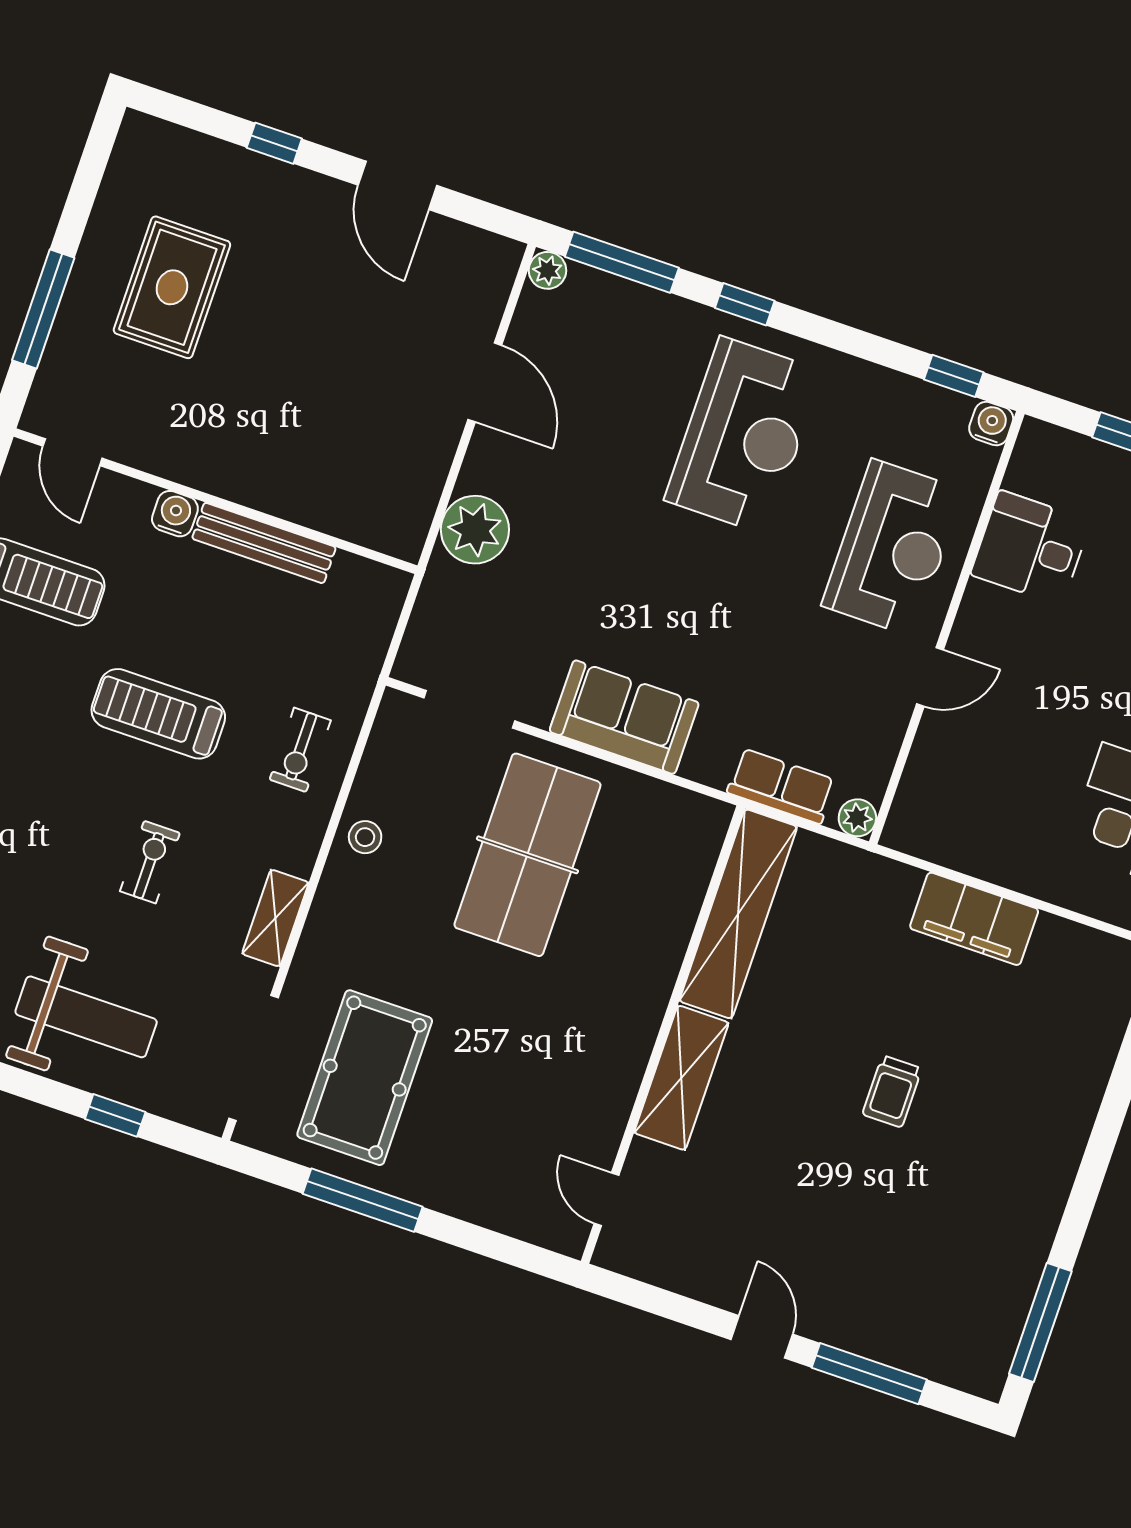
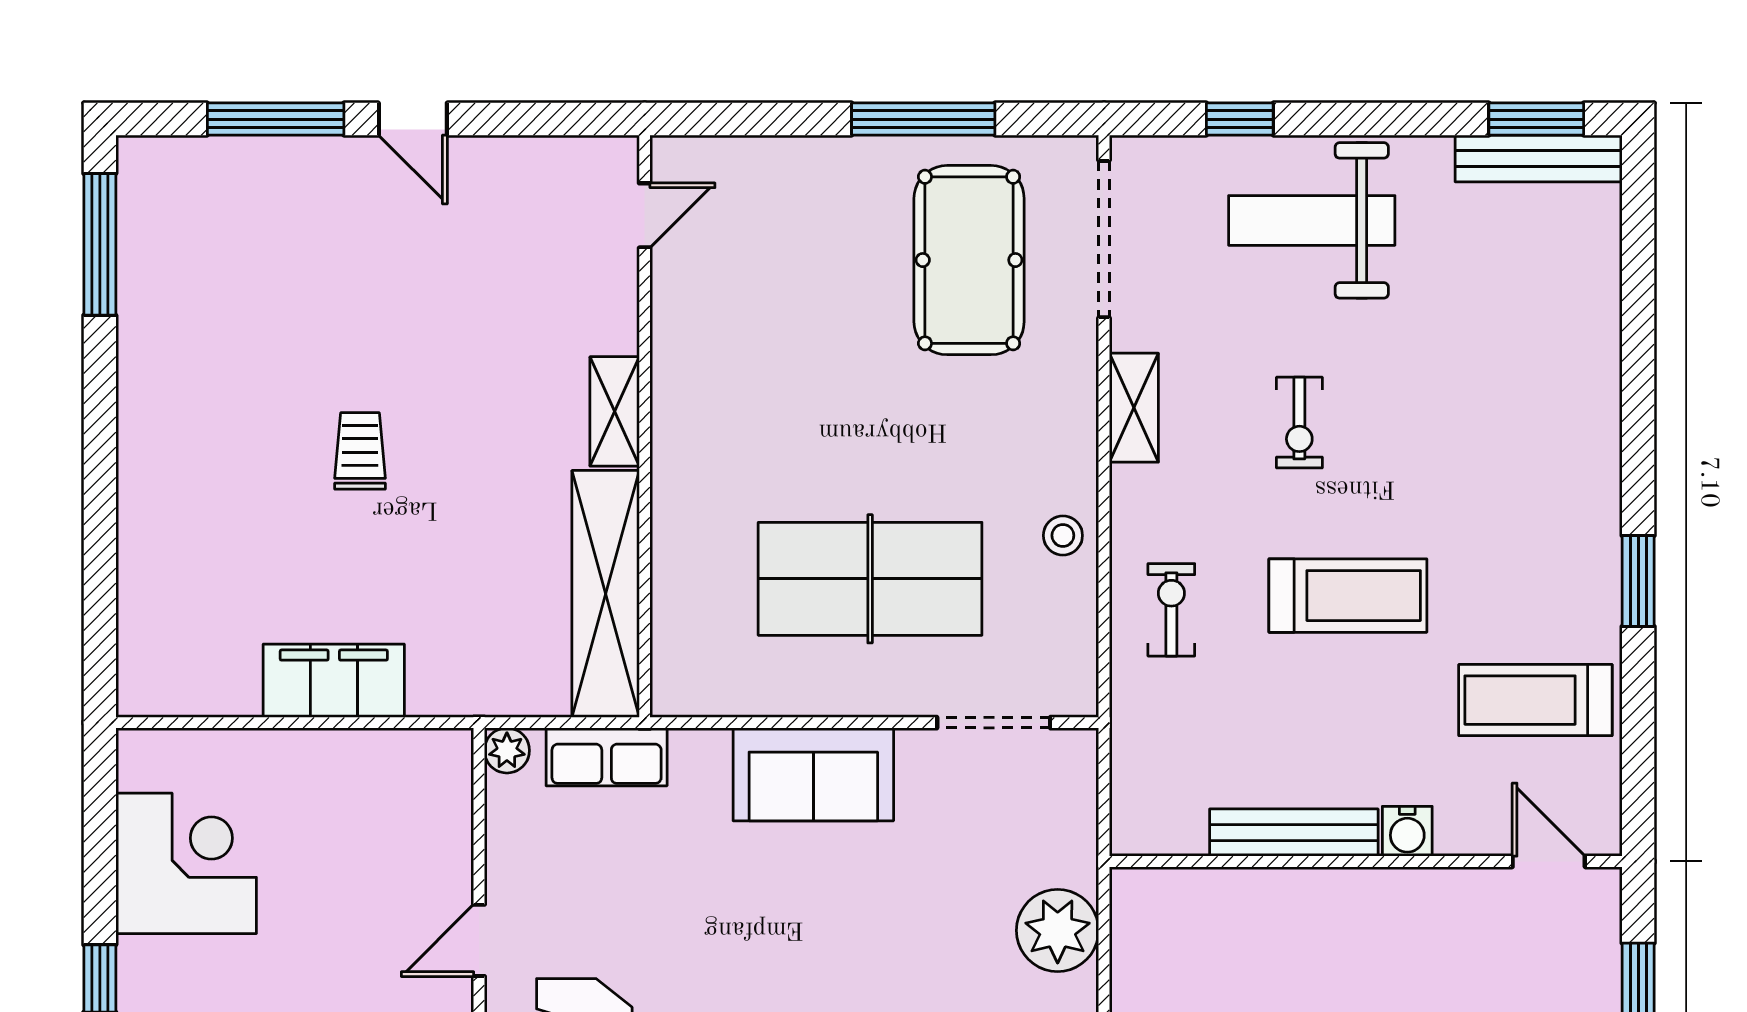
table tennis table: (527, 855) -> (870, 579), turned 90
shelving: (681, 1078) -> (615, 411), width x0.67, depth x0.75
door: (606, 1199) -> (645, 215), hinge flipped

